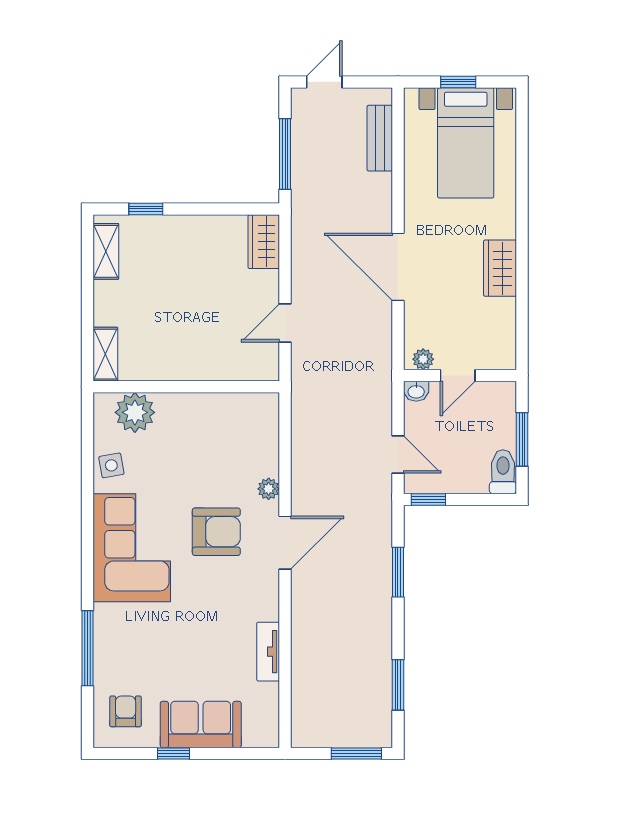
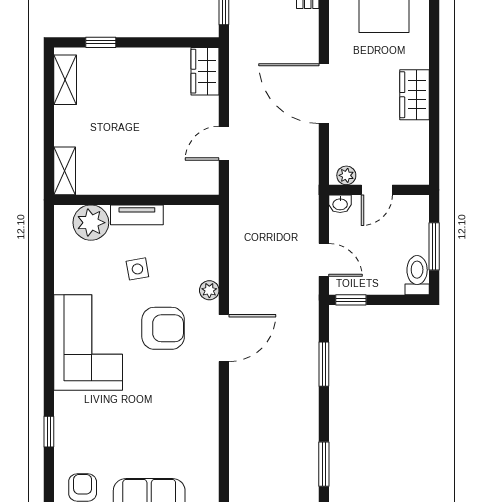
side table: (111, 465) -> (137, 269), moved
window: (88, 648) -> (49, 432), width x0.46
tv unit: (268, 652) -> (137, 215), moved, turned -90

